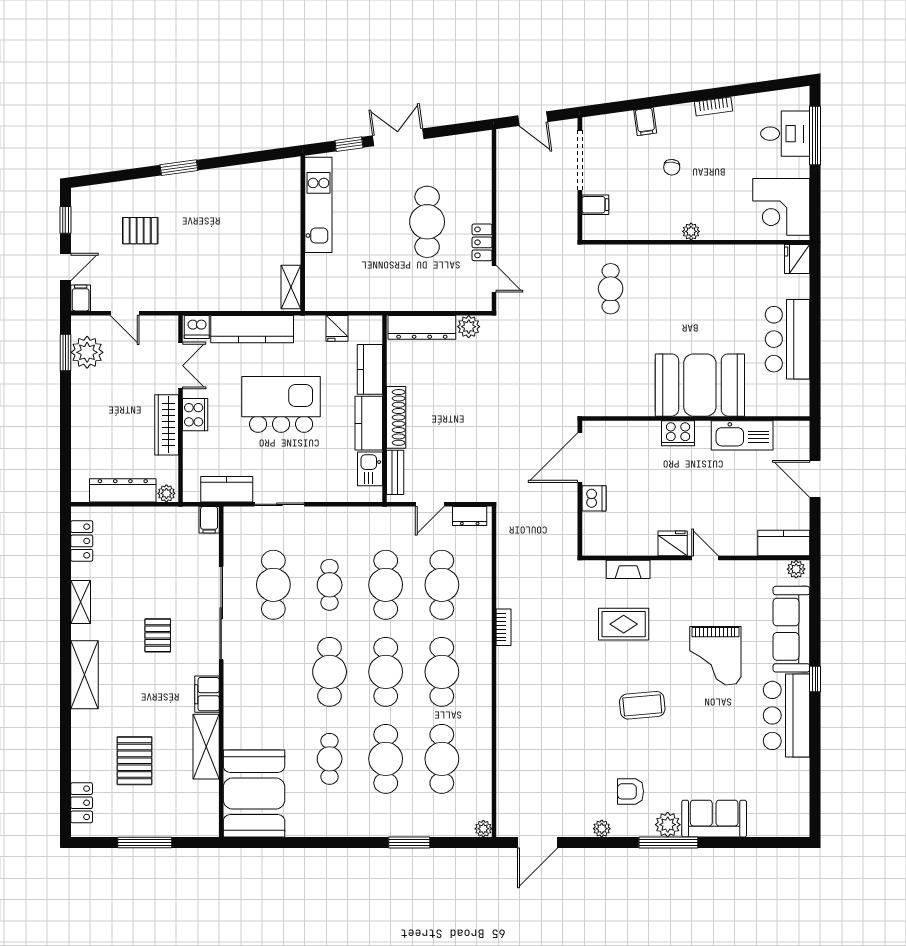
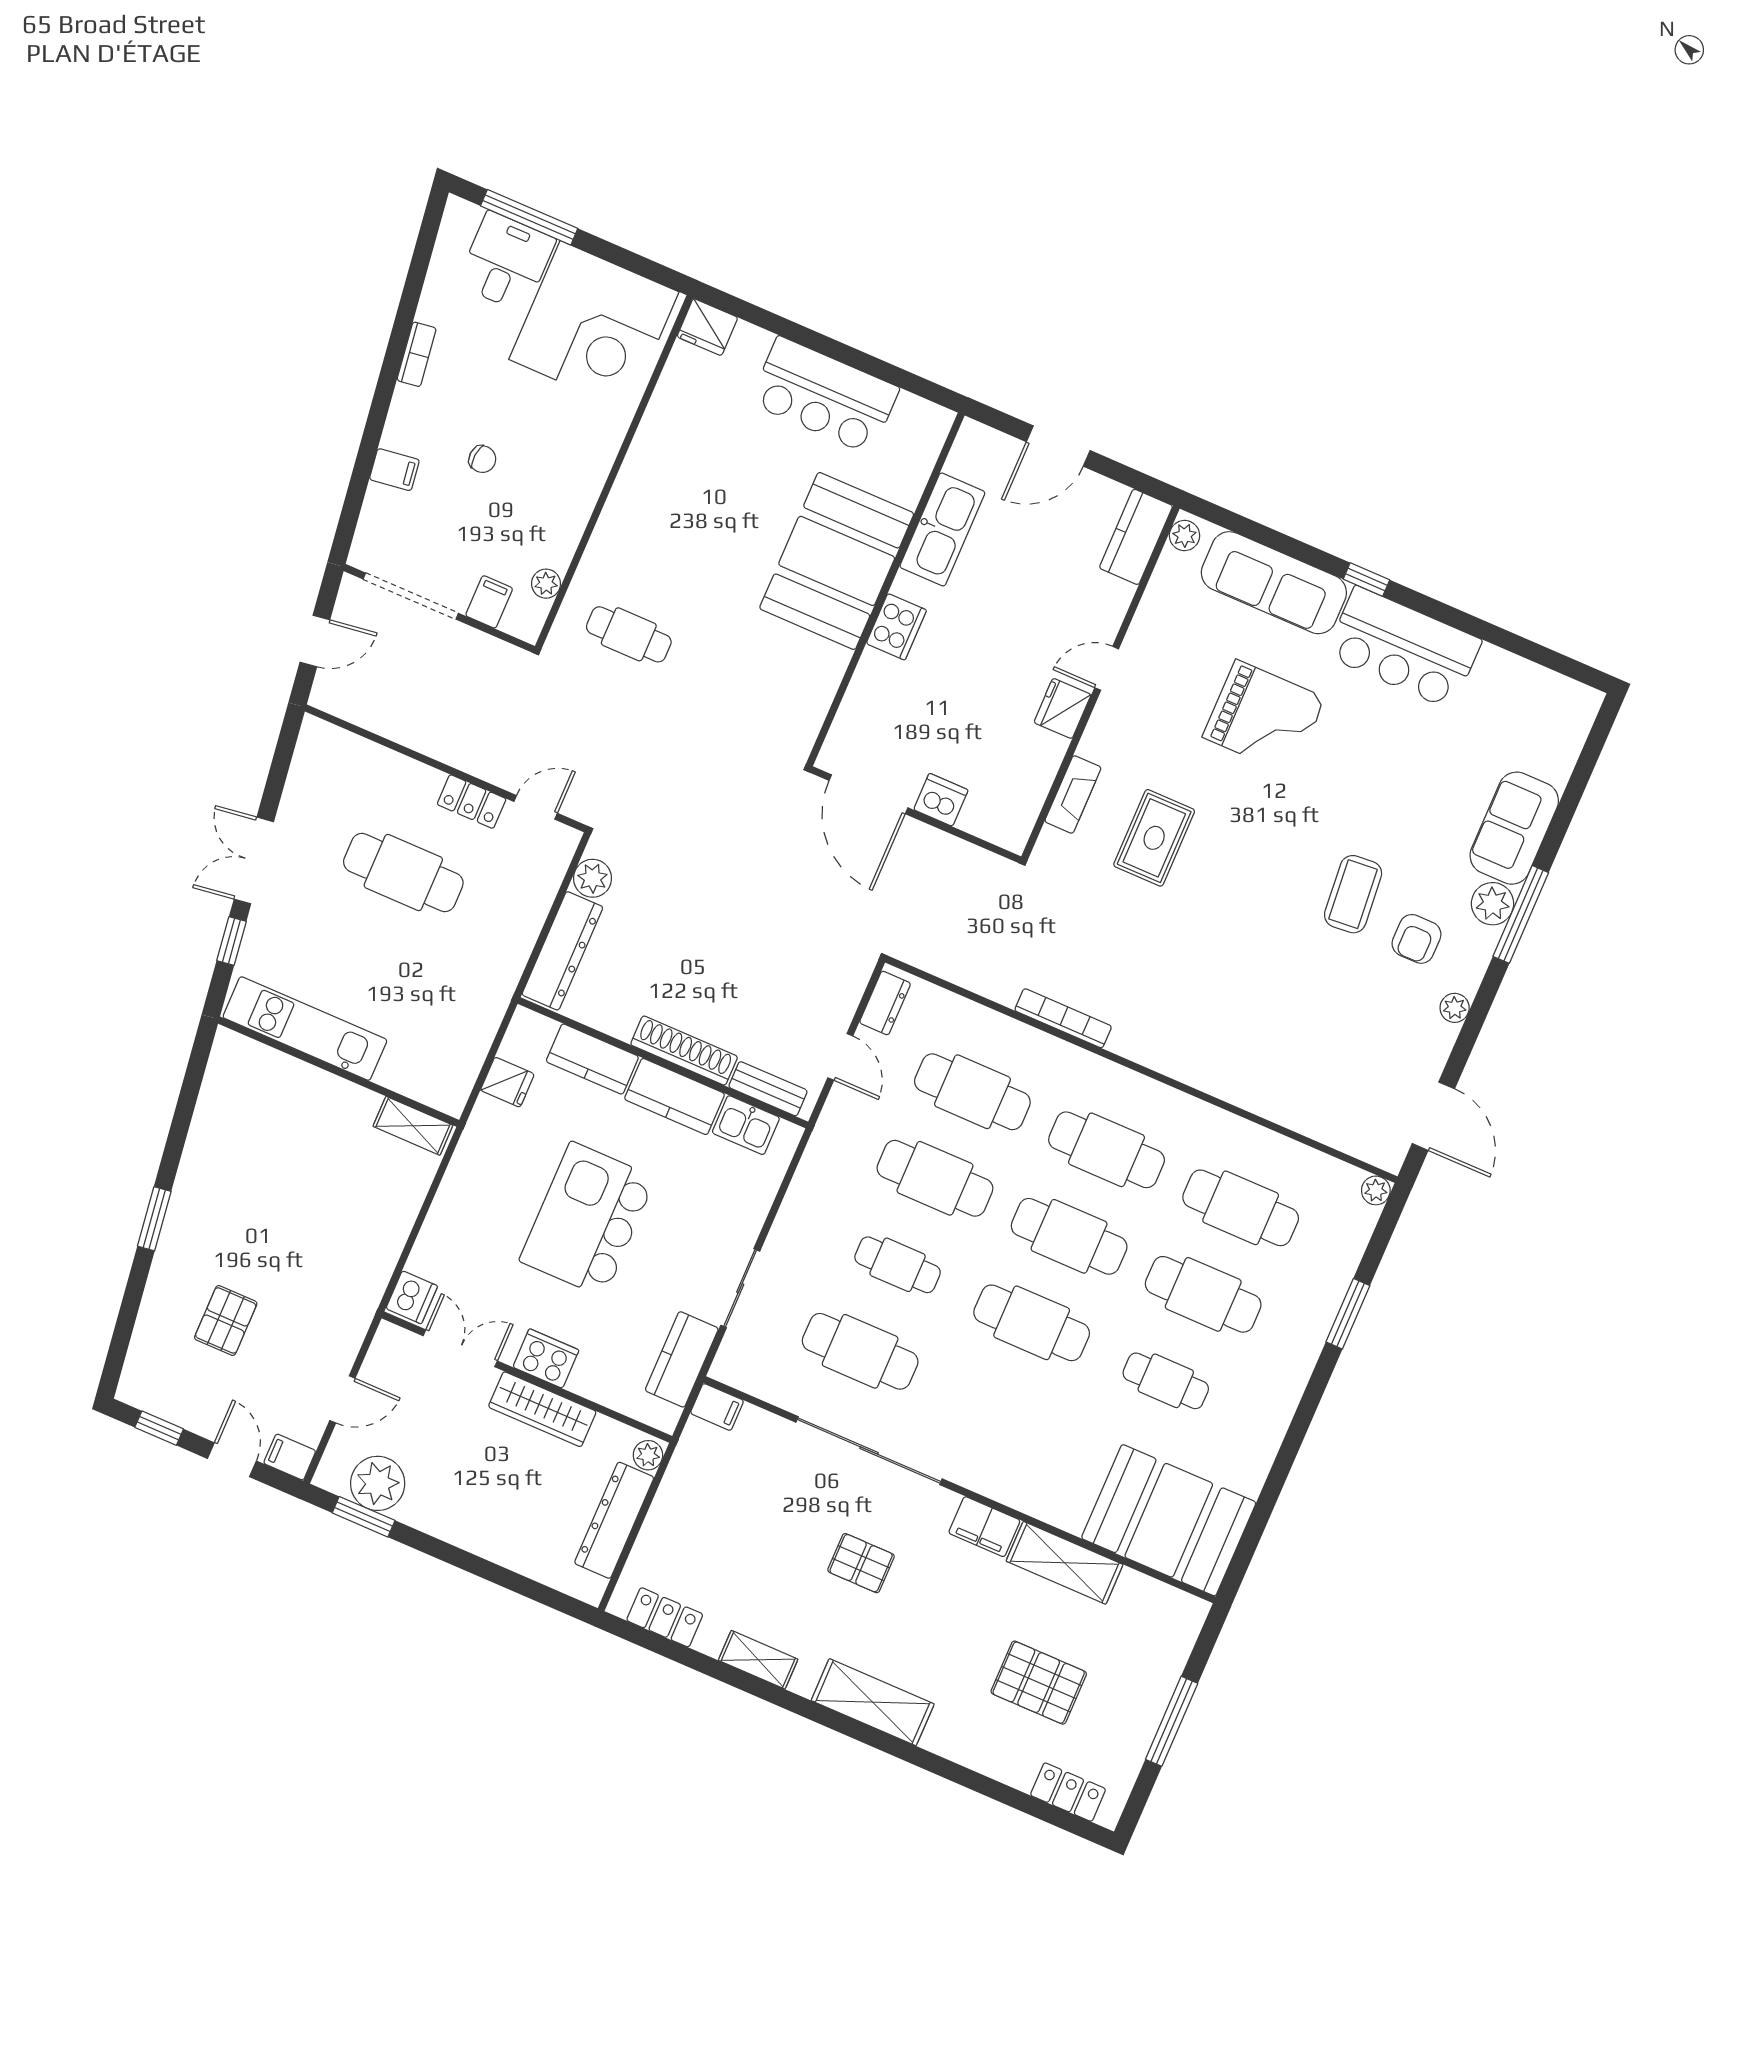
corner desk: (781, 207) -> (594, 326), width x1.36, depth x1.36
plant: (691, 231) -> (546, 584), moved
kitchen counter: (252, 329) -> (452, 1213), removed
bookcase: (503, 627) -> (1063, 1018), width x1.56
coffee table: (642, 705) -> (1353, 894), moved

